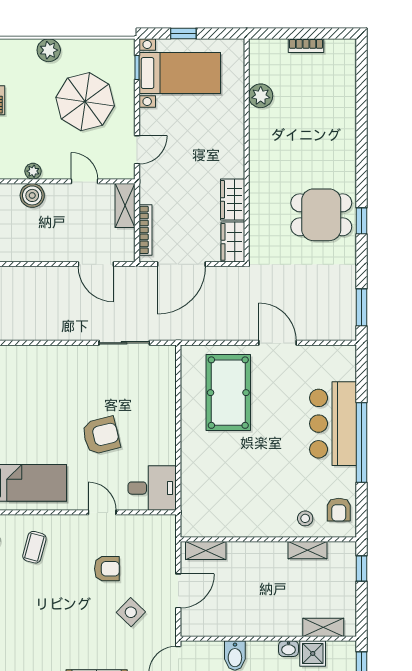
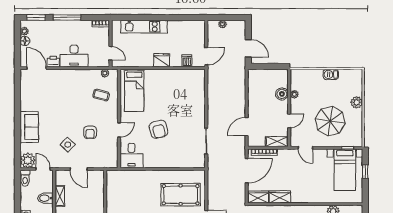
door: (181, 264) -> (247, 171), swing flipped
shelving: (206, 550) -> (60, 196), moved

